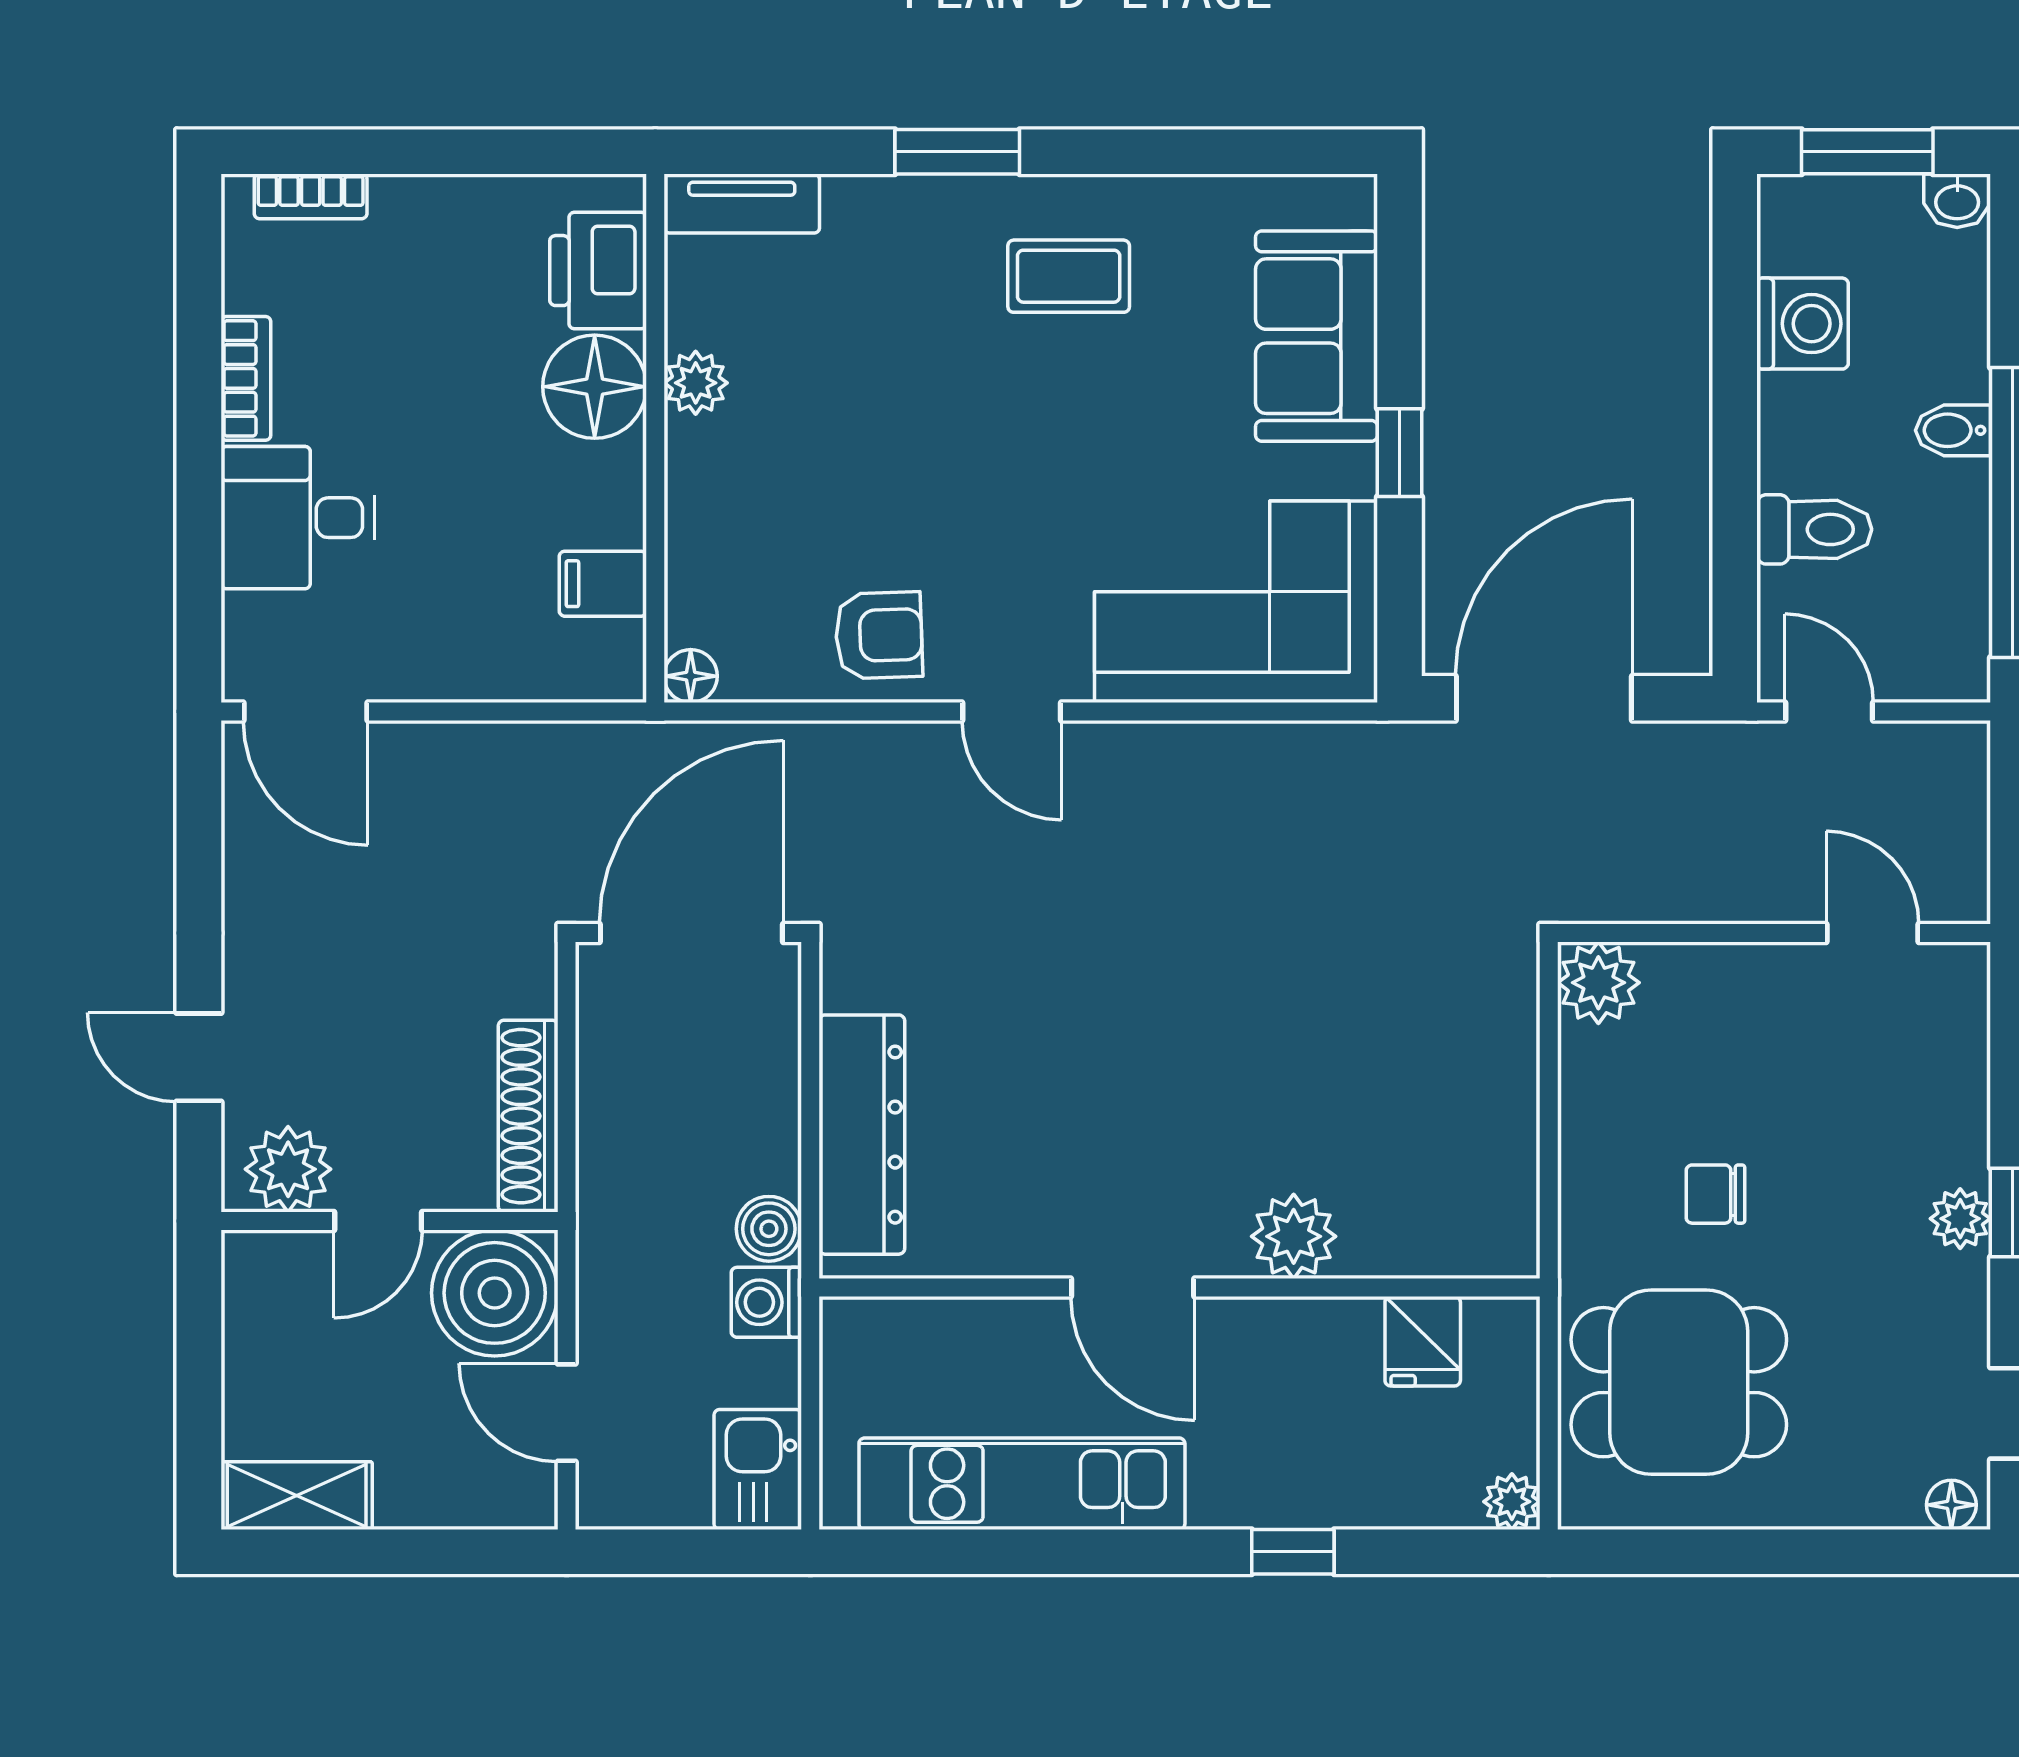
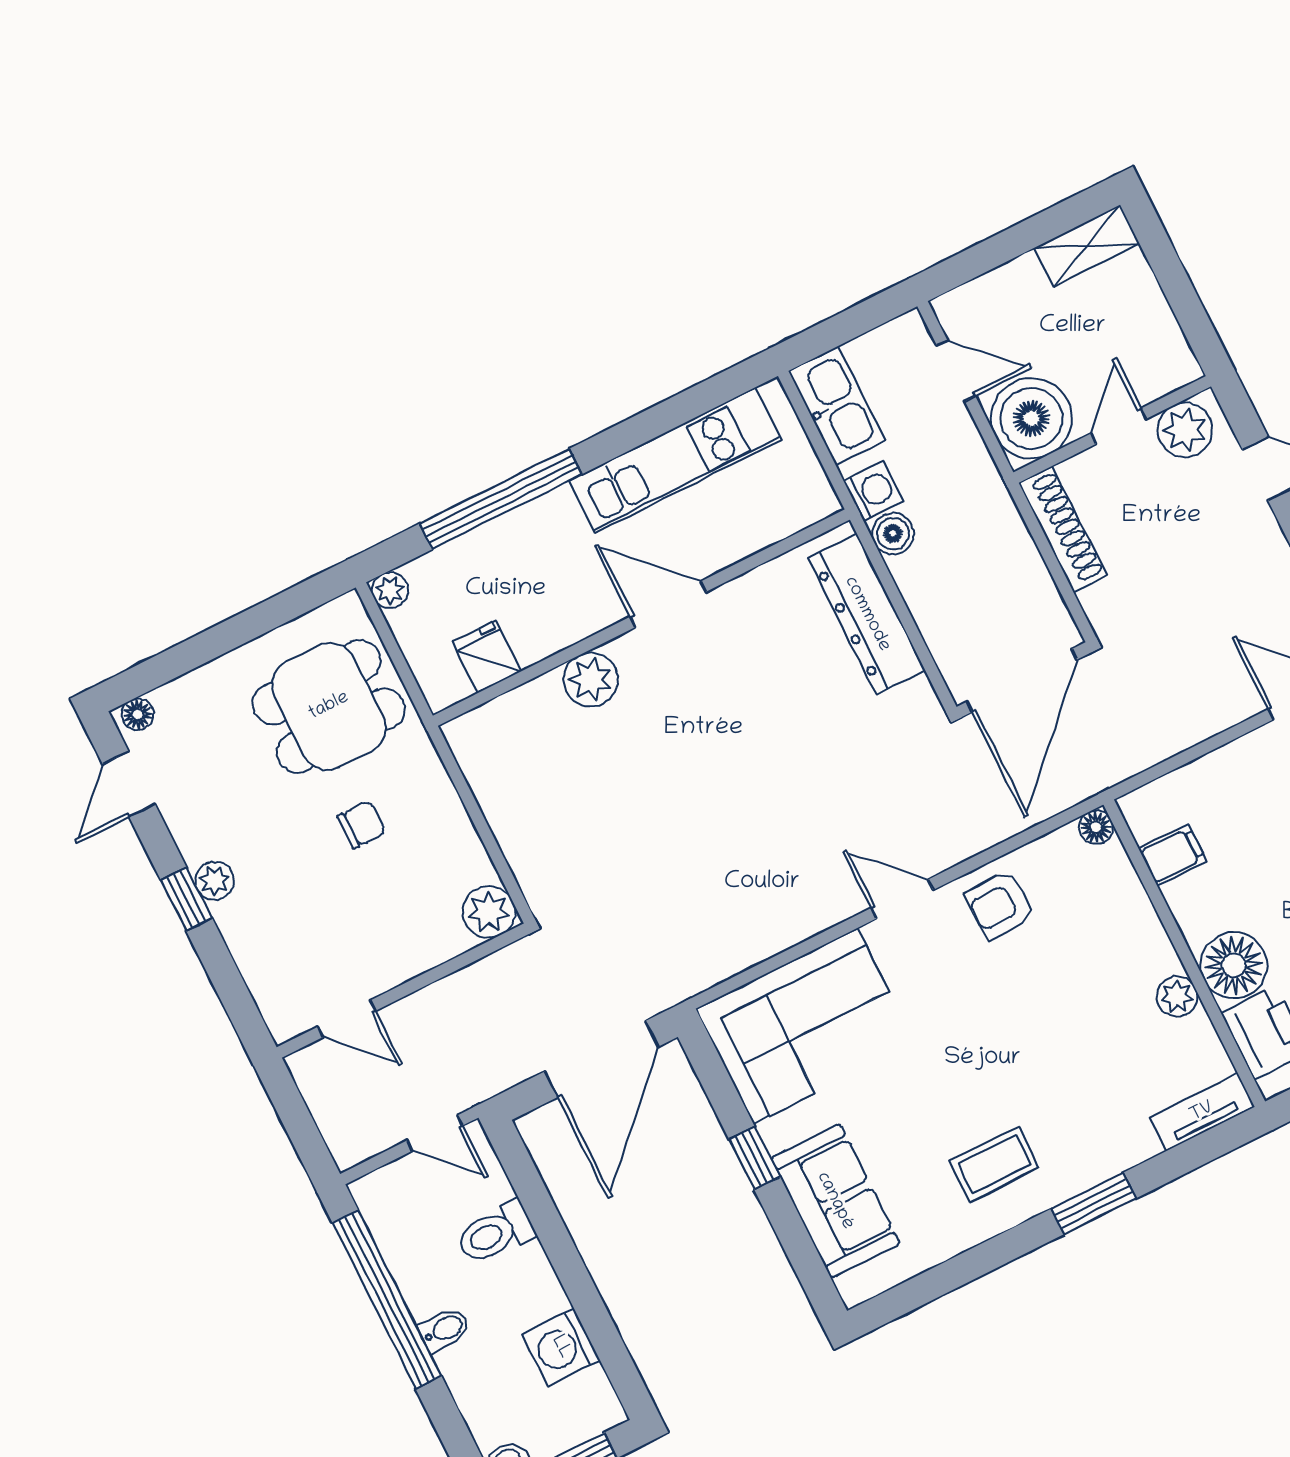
kitchen sink: (758, 1469) -> (837, 406), width x1.38
window: (1293, 1552) -> (501, 499), width x3.17

